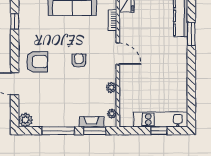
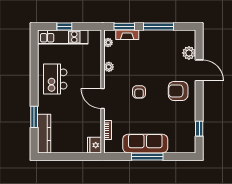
kitchen island: (169, 74) -> (55, 79), added
plant: (25, 120) -> (189, 53), moved

